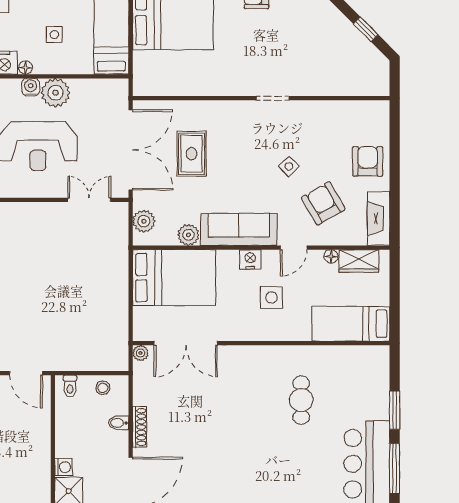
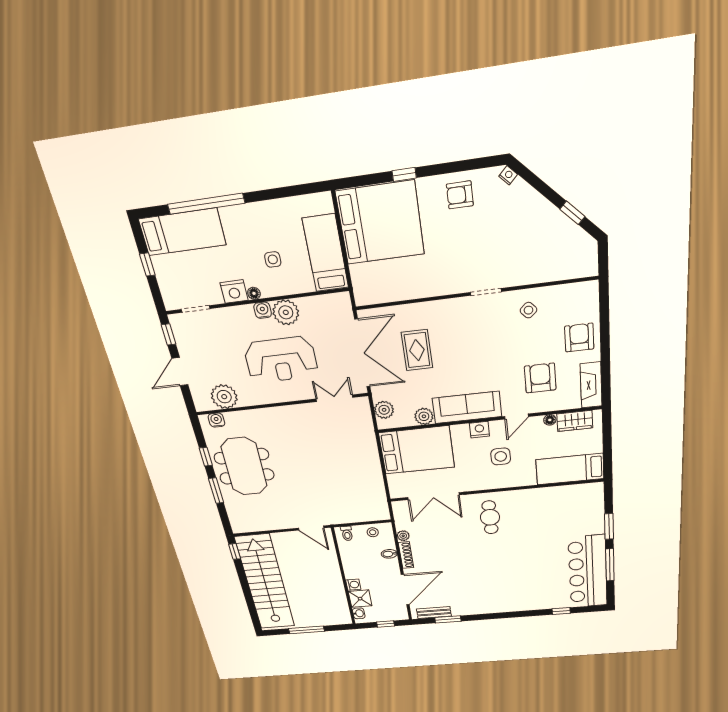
side table: (289, 166) -> (528, 310), moved
armchair: (323, 203) -> (540, 378), turned 30
plant: (140, 353) -> (403, 536), moved
cafe table: (301, 400) -> (490, 517), moved

